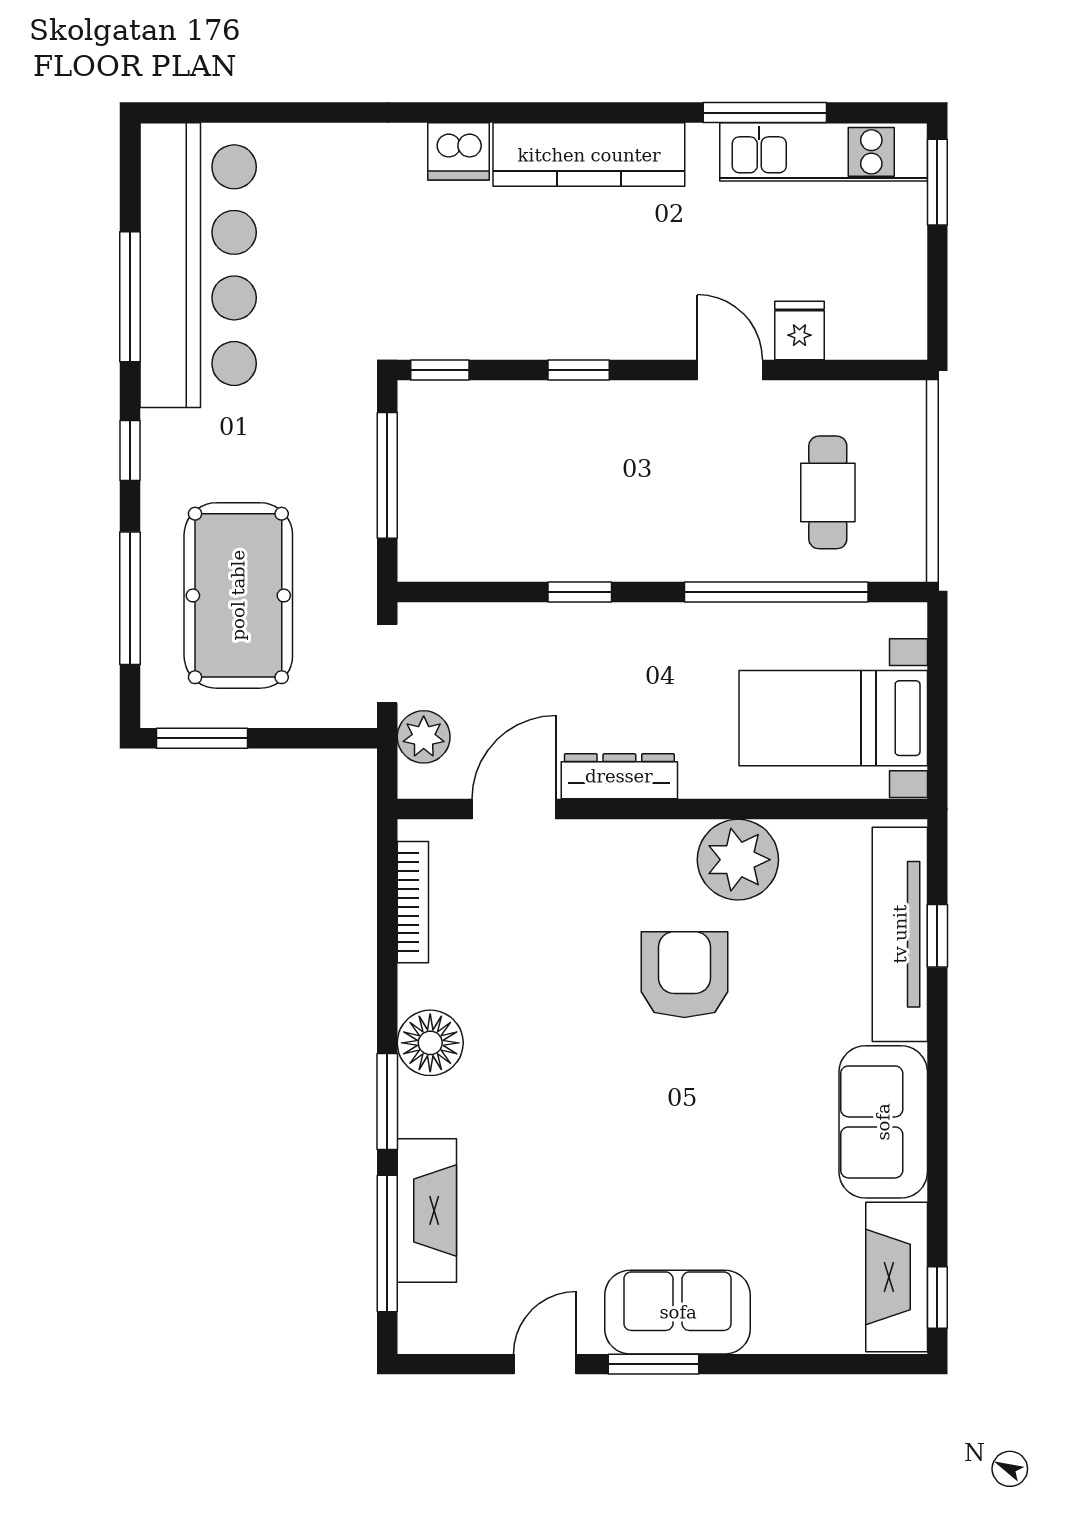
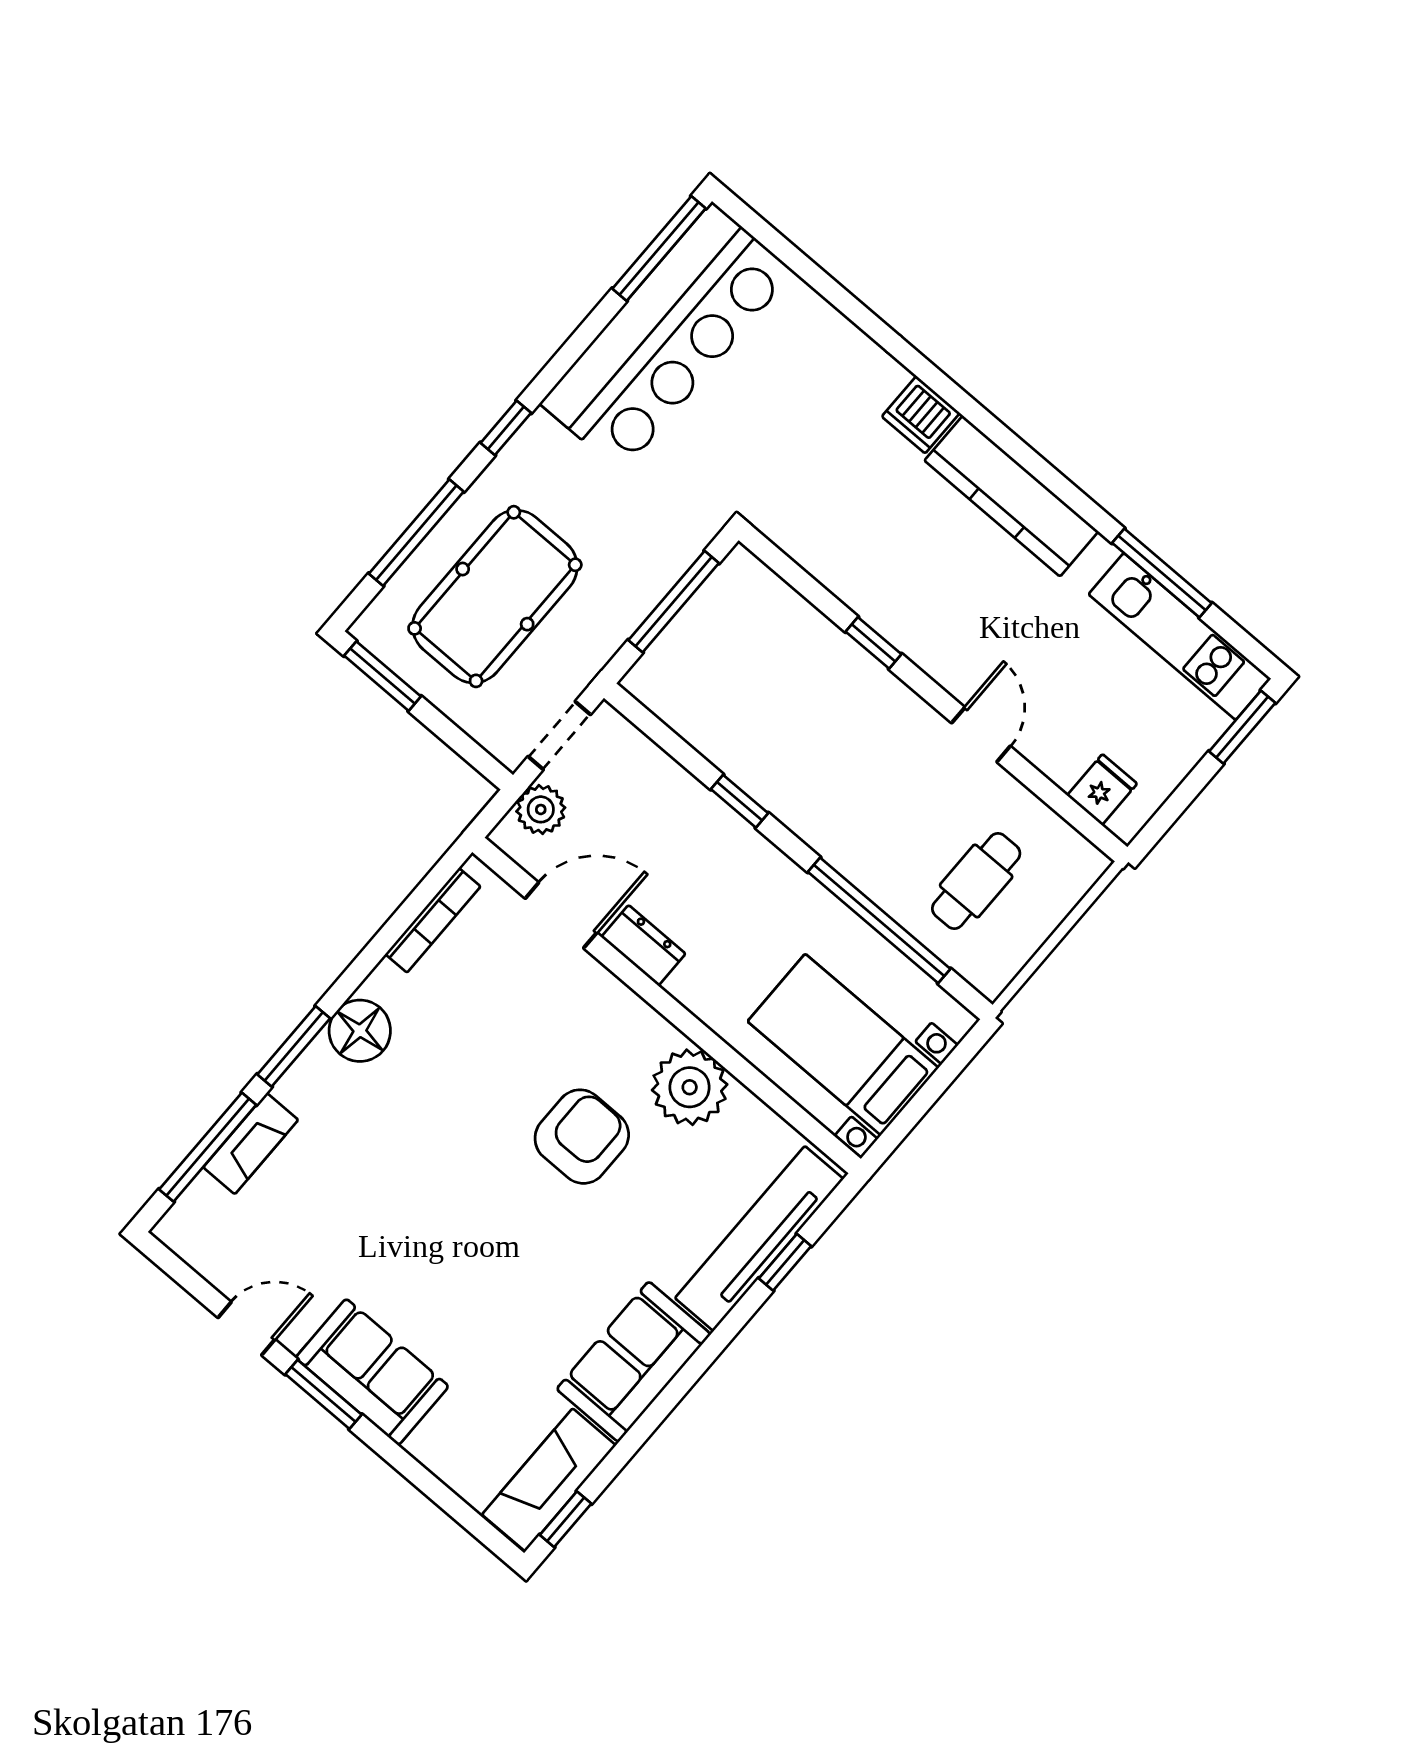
window: (130, 297) -> (659, 249), moved
fridge: (799, 331) -> (1102, 790), moved
window: (440, 370) -> (775, 559), removed
dresser: (619, 776) -> (643, 945), width x0.70
fireplace: (427, 1211) -> (251, 1144), width x0.73, depth x0.76

